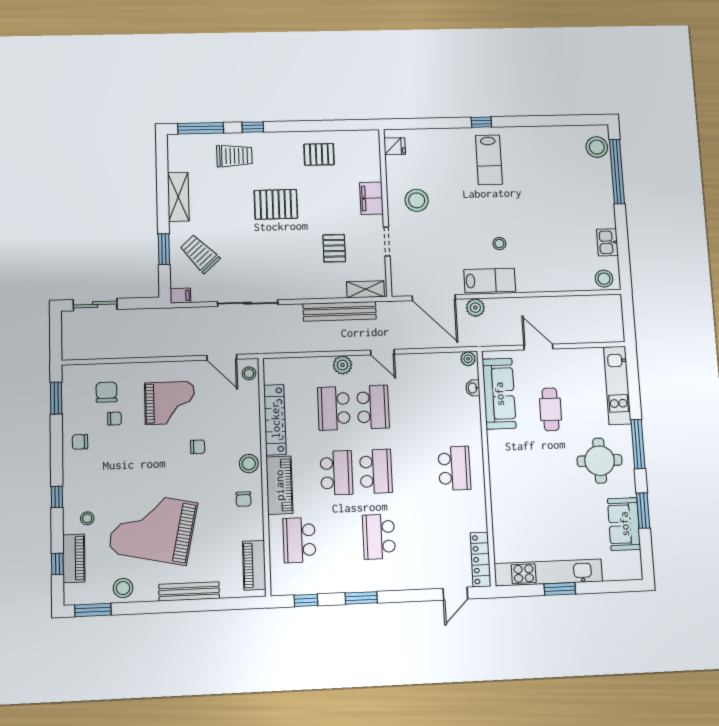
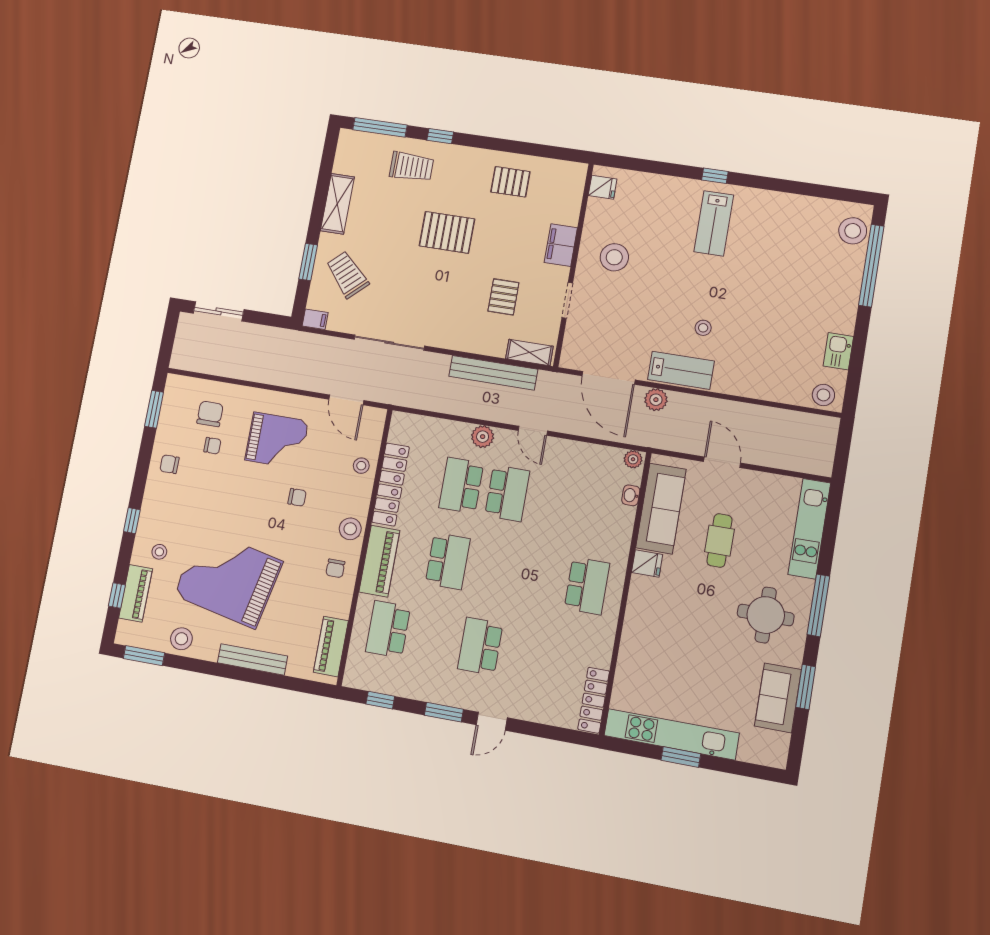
stool: (249, 373) -> (361, 466), moved
fridge: (498, 440) -> (647, 564), added
school desk: (376, 471) -> (494, 569), removed
door: (455, 594) -> (492, 721), moved

